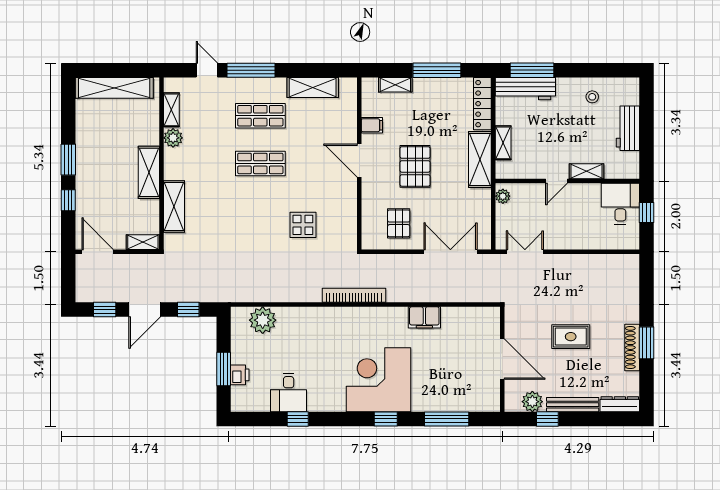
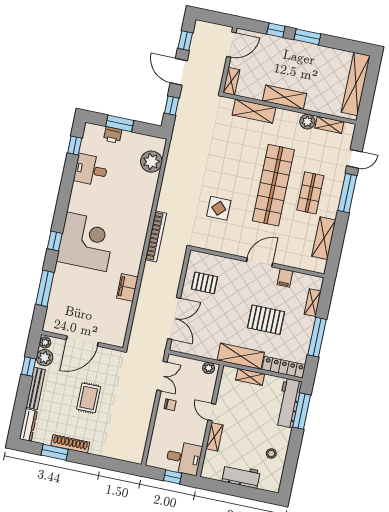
shop shelf: (260, 163) -> (273, 185), width x2.00, depth x1.36
pallet: (415, 166) -> (266, 320), moved
chair: (558, 234) -> (170, 405), added
window: (647, 343) -> (55, 452), moved
plant: (513, 405) -> (45, 342), added
window: (298, 419) -> (75, 145), moved

